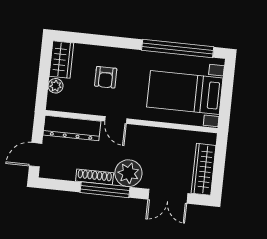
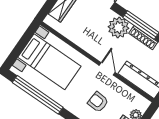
armchair: (106, 77) -> (98, 102), turned -86

